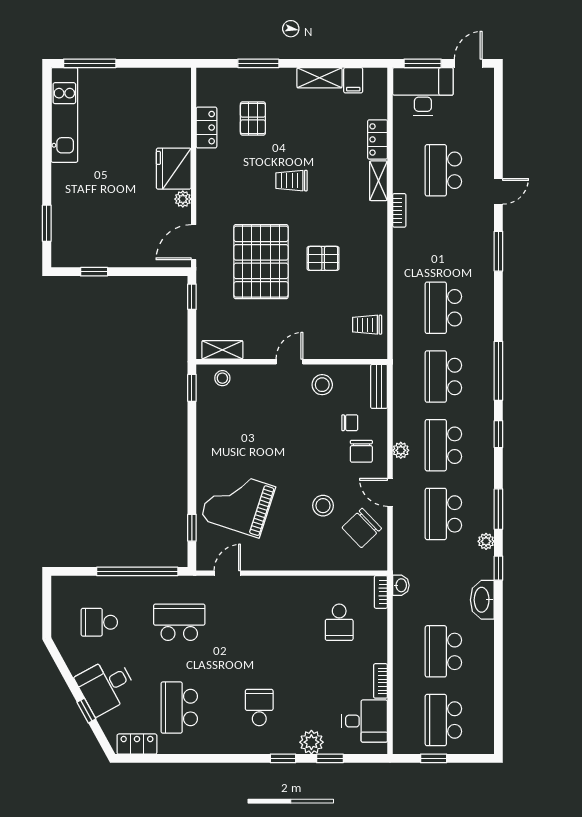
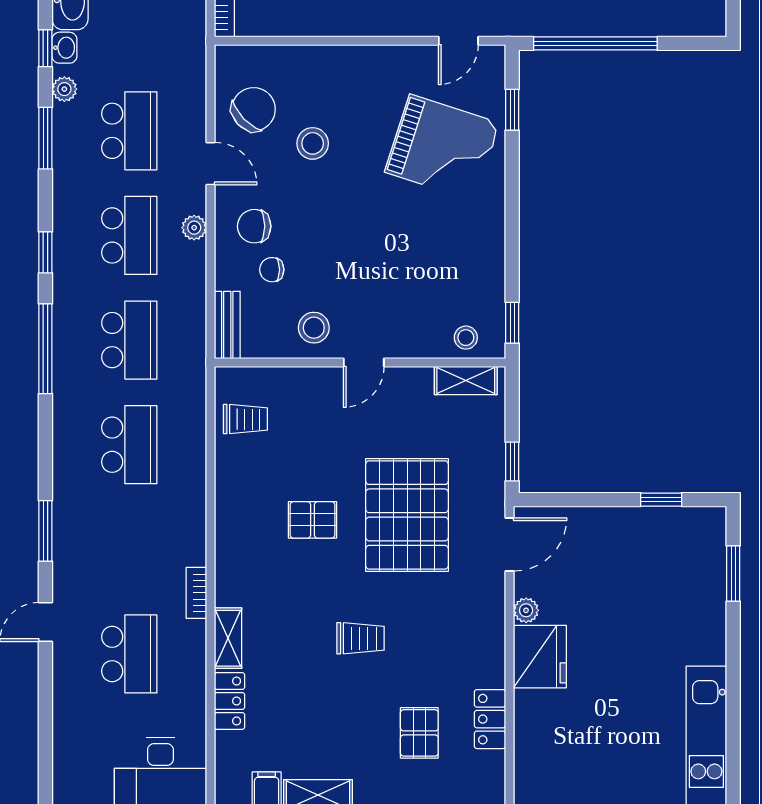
chair: (361, 451) -> (254, 226), turned -90
washbasin: (401, 585) -> (64, 48), moved, turned 180

